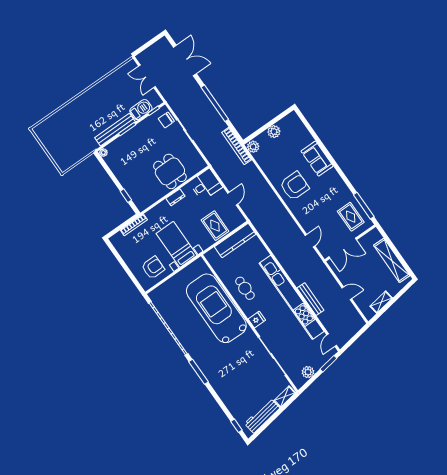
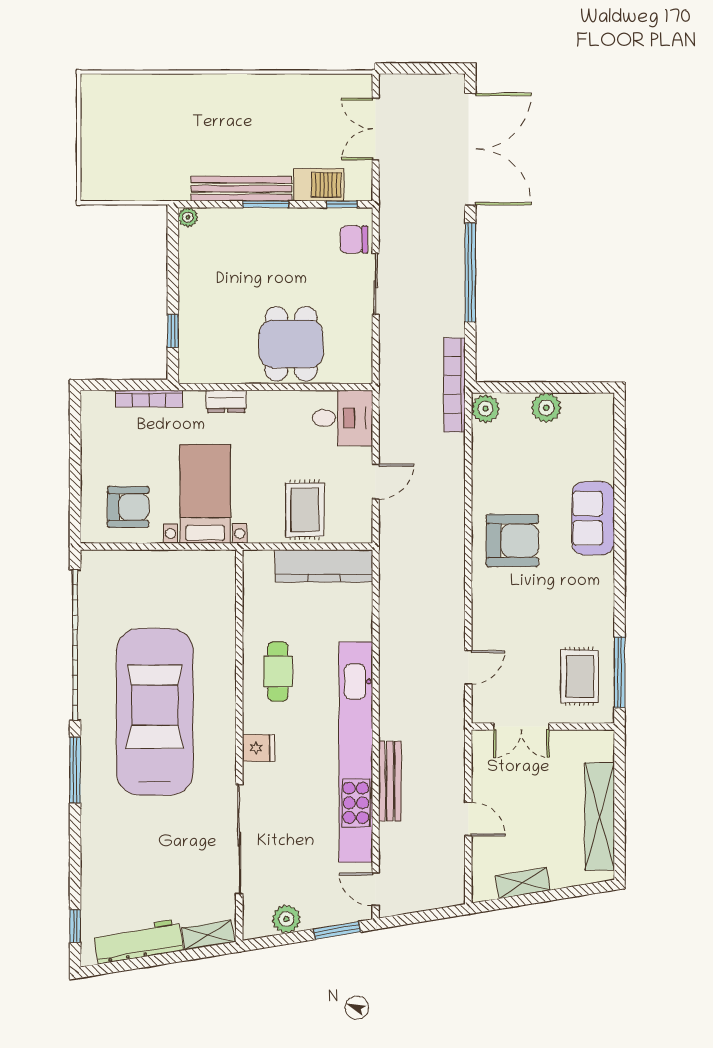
double door: (185, 60) -> (470, 149), width x1.36
dresser: (175, 197) -> (226, 401), moved
double door: (343, 248) -> (521, 727), width x0.73
car: (216, 308) -> (155, 712), moved
door: (332, 340) -> (376, 889), hinge flipped

